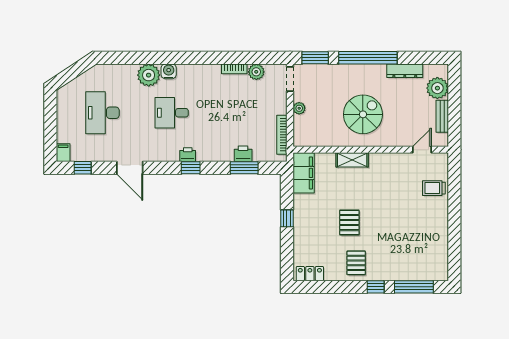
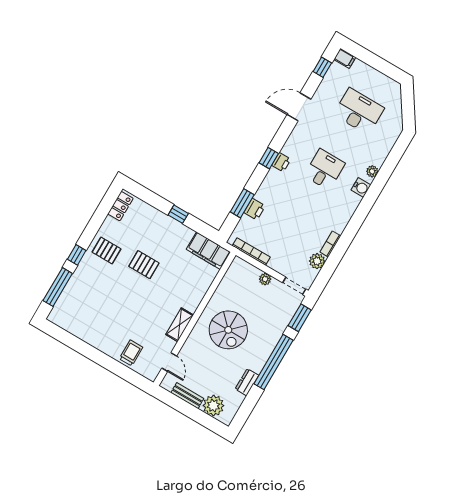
dresser: (405, 71) -> (247, 382), width x0.70
plant: (149, 75) -> (372, 171), width x0.53, depth x0.53
shelving: (352, 160) -> (180, 325), moved

